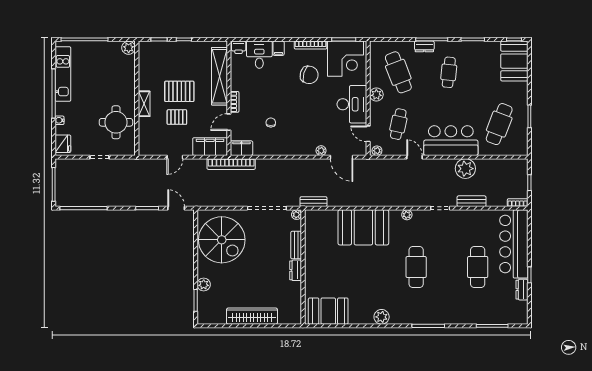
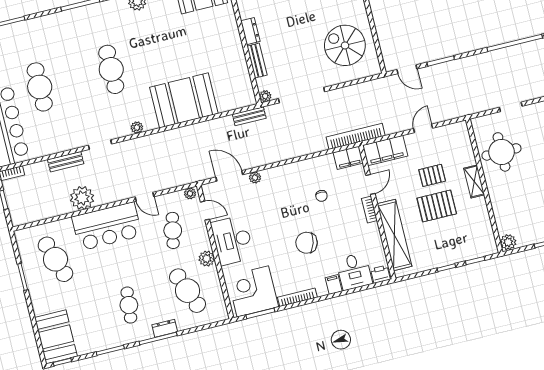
chair: (309, 75) -> (307, 243), moved
cafe table: (499, 124) -> (55, 259), turned -39
spiral stairs: (222, 240) -> (345, 45), width x0.73, depth x0.73

